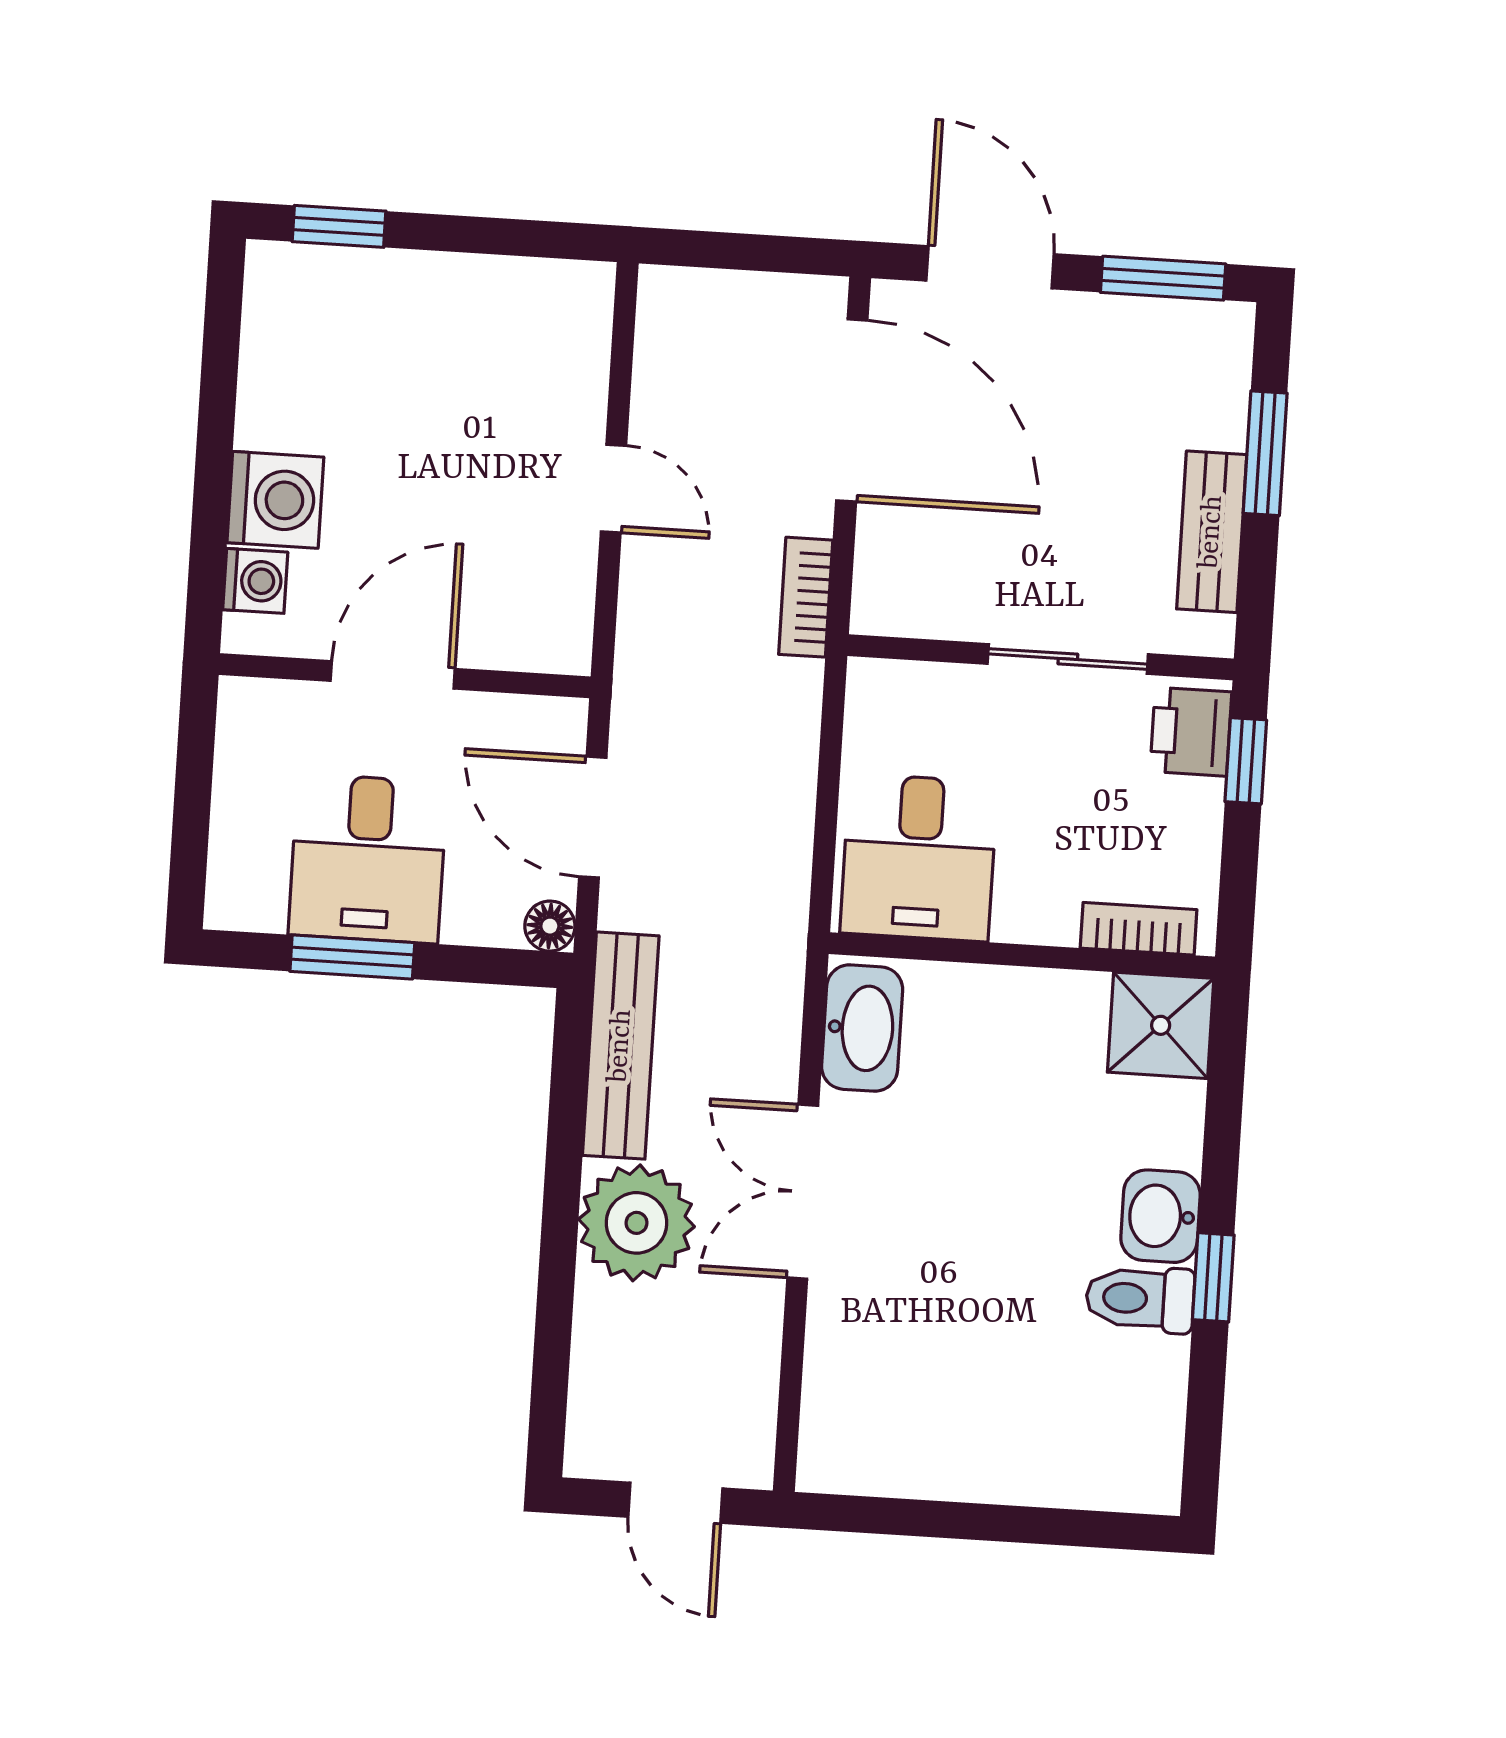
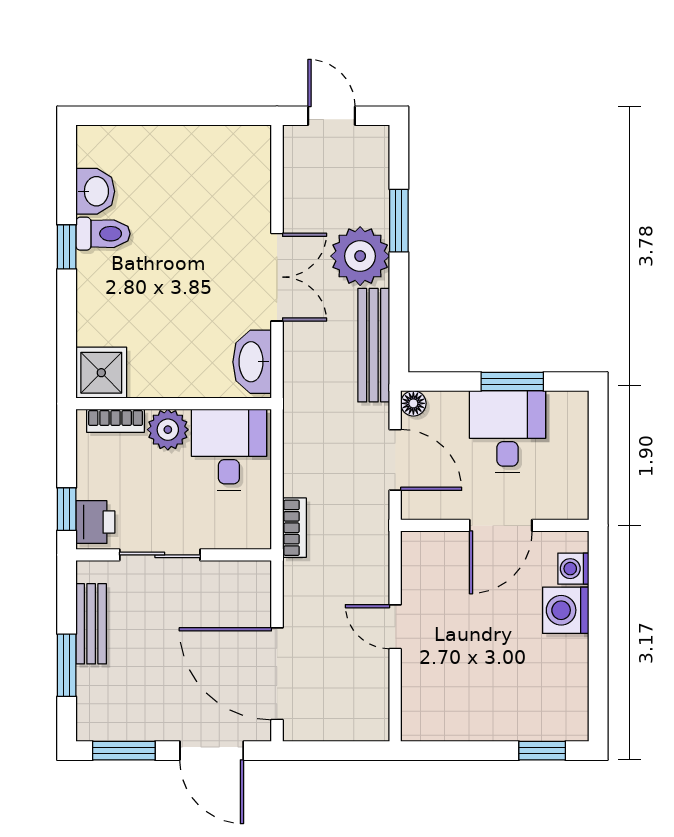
bookcase: (806, 597) -> (294, 528), moved
plant: (1037, 905) -> (168, 430), added
washbasin: (1160, 1216) -> (95, 191), moved
window: (556, 1288) -> (399, 221), added

